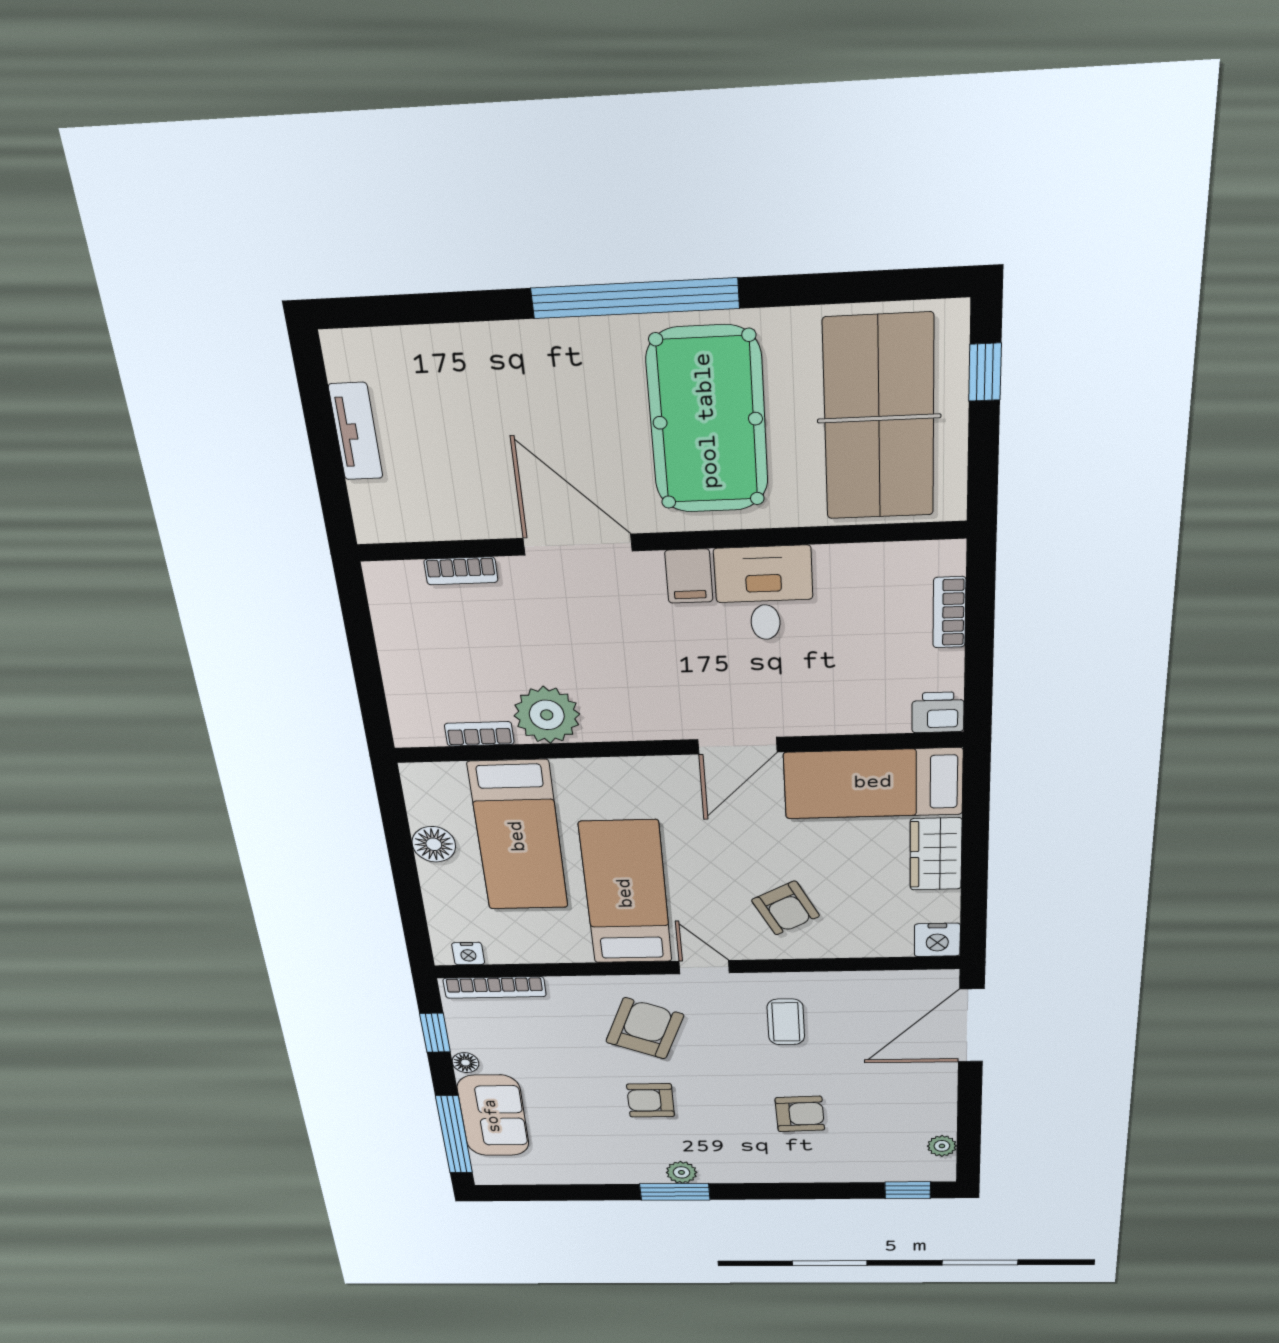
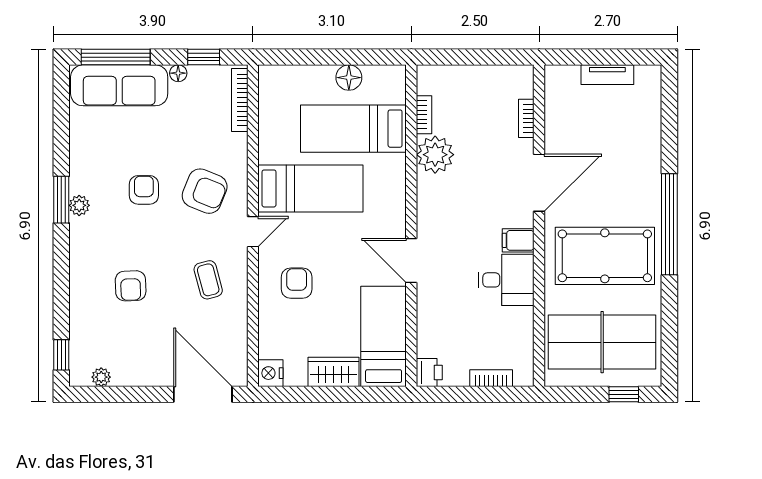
armchair: (786, 908) -> (297, 283), turned 117
nightstand: (468, 954) -> (267, 87), removed
coffee table: (786, 1022) -> (208, 280), turned 75
sofa: (493, 1116) -> (119, 85), width x1.36

